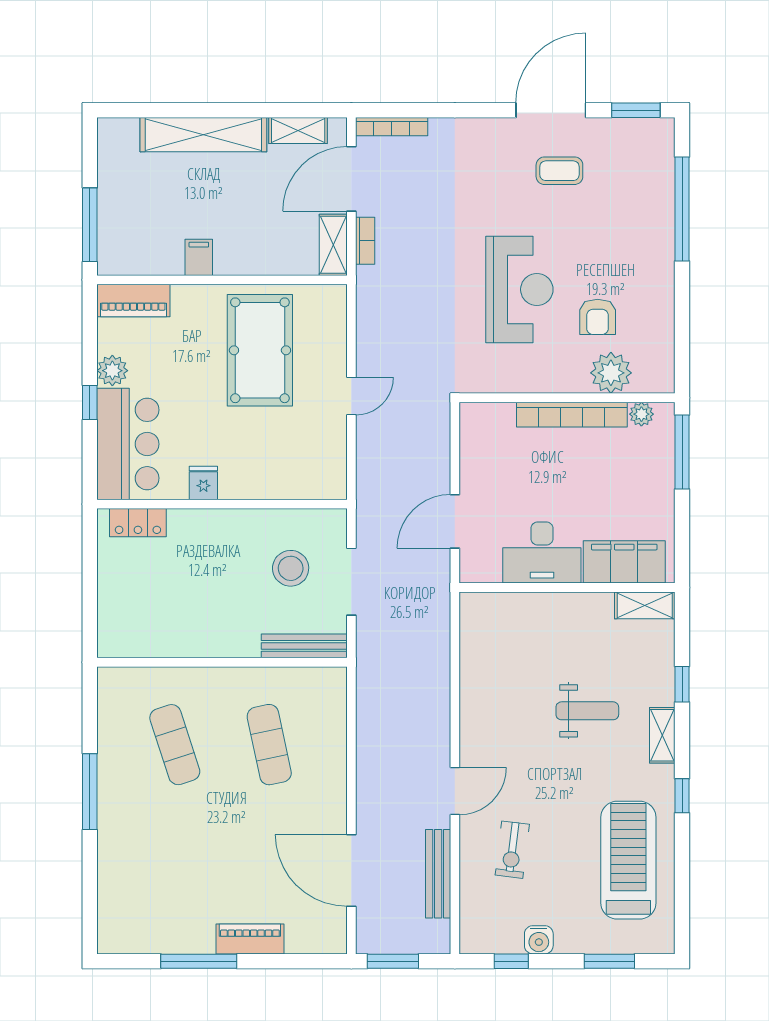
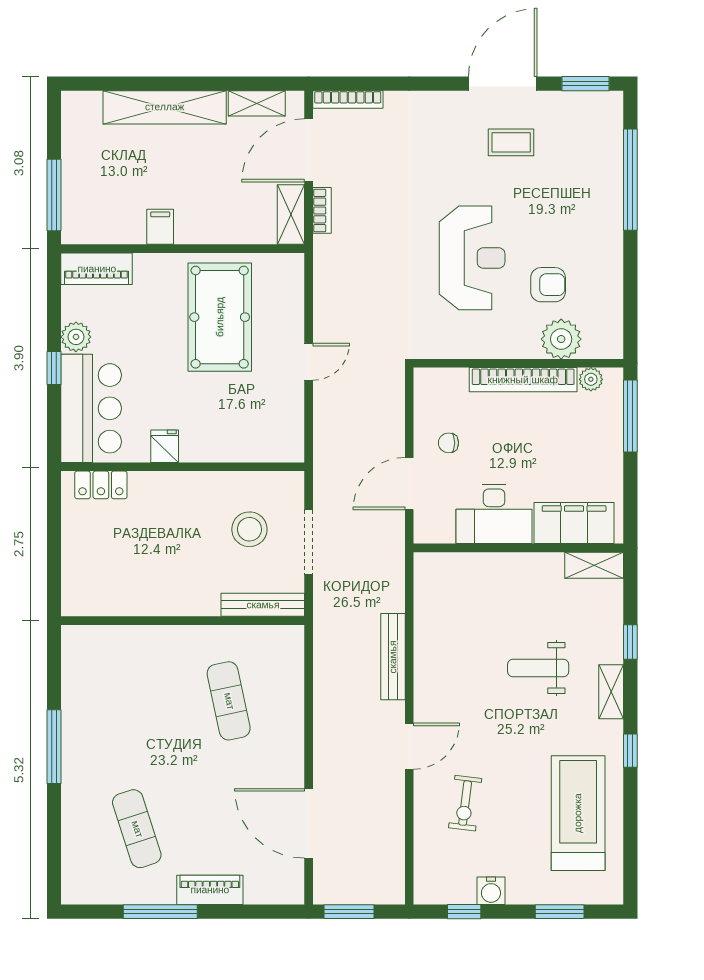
armchair: (598, 317) -> (548, 285), turned -90
chair: (495, 479) -> (448, 443), added
weight bench: (587, 711) -> (538, 668), turned 180
exercise mat: (175, 745) -> (137, 829), moved
bench: (438, 874) -> (393, 657), moved

